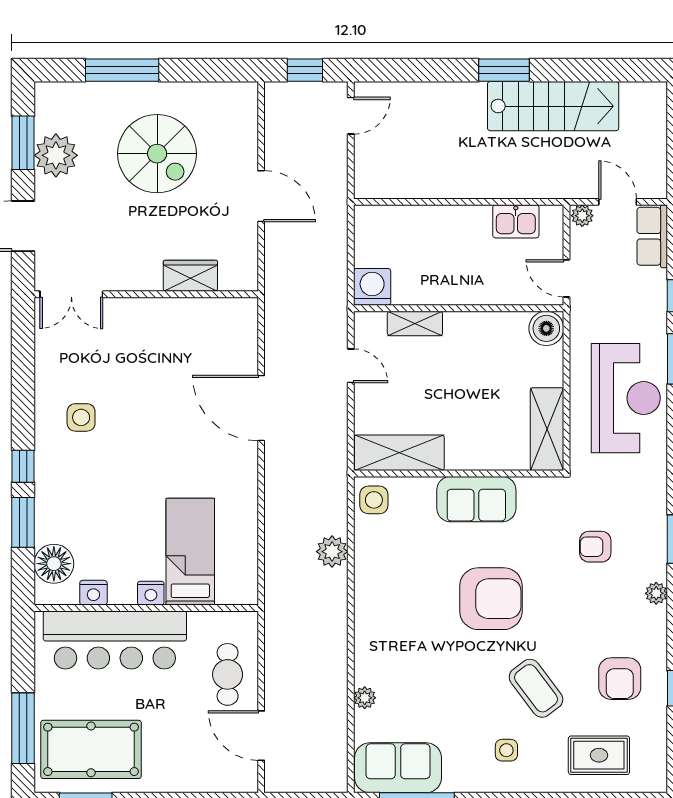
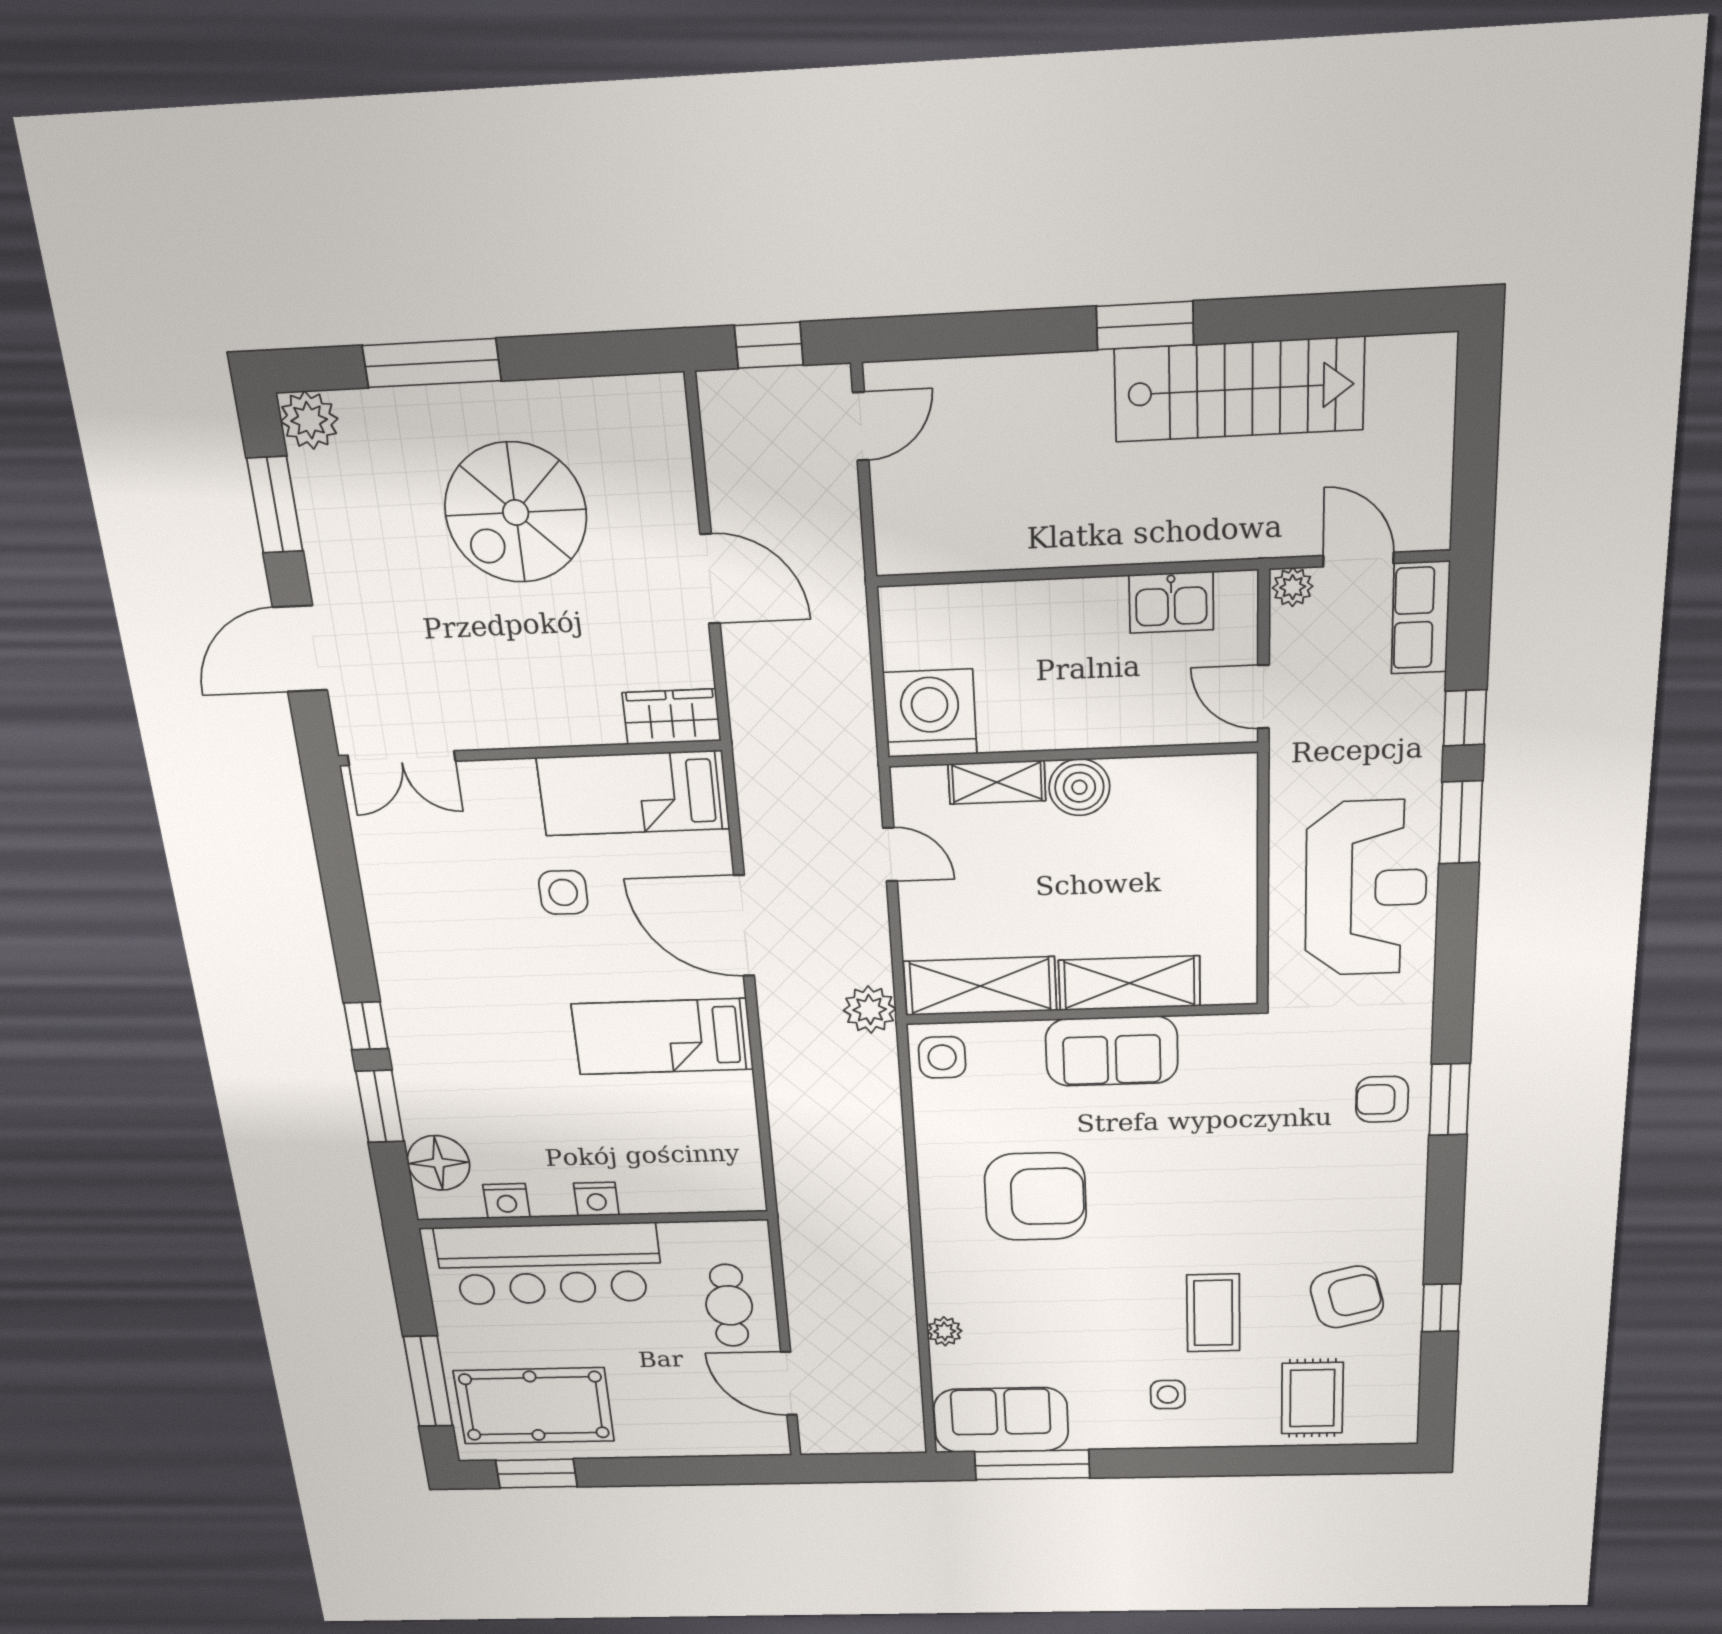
spiral stairs: (157, 154) -> (516, 513), turned 90
plant: (56, 155) -> (309, 420), moved, width x0.73, depth x0.73
wardrobe: (190, 276) -> (672, 717), moved
washing machine: (372, 287) -> (930, 713), width x1.37, depth x1.37
bed: (204, 321) -> (633, 793), added
boiler: (546, 328) -> (1079, 787), moved
side table: (81, 417) -> (563, 892), moved
shelving: (547, 429) -> (1129, 983), moved, turned 90
armchair: (595, 547) -> (1382, 1099), moved
bed: (190, 552) -> (663, 1037), moved, turned -90
plant: (332, 552) -> (870, 1010), moved
plant: (656, 593) -> (1409, 1178), removed
armchair: (491, 599) -> (1035, 1197), moved
armchair: (620, 679) -> (1347, 1297), turned -104
coffee table: (536, 688) -> (1213, 1313), turned 37
rug: (599, 755) -> (1312, 1398), turned 90

